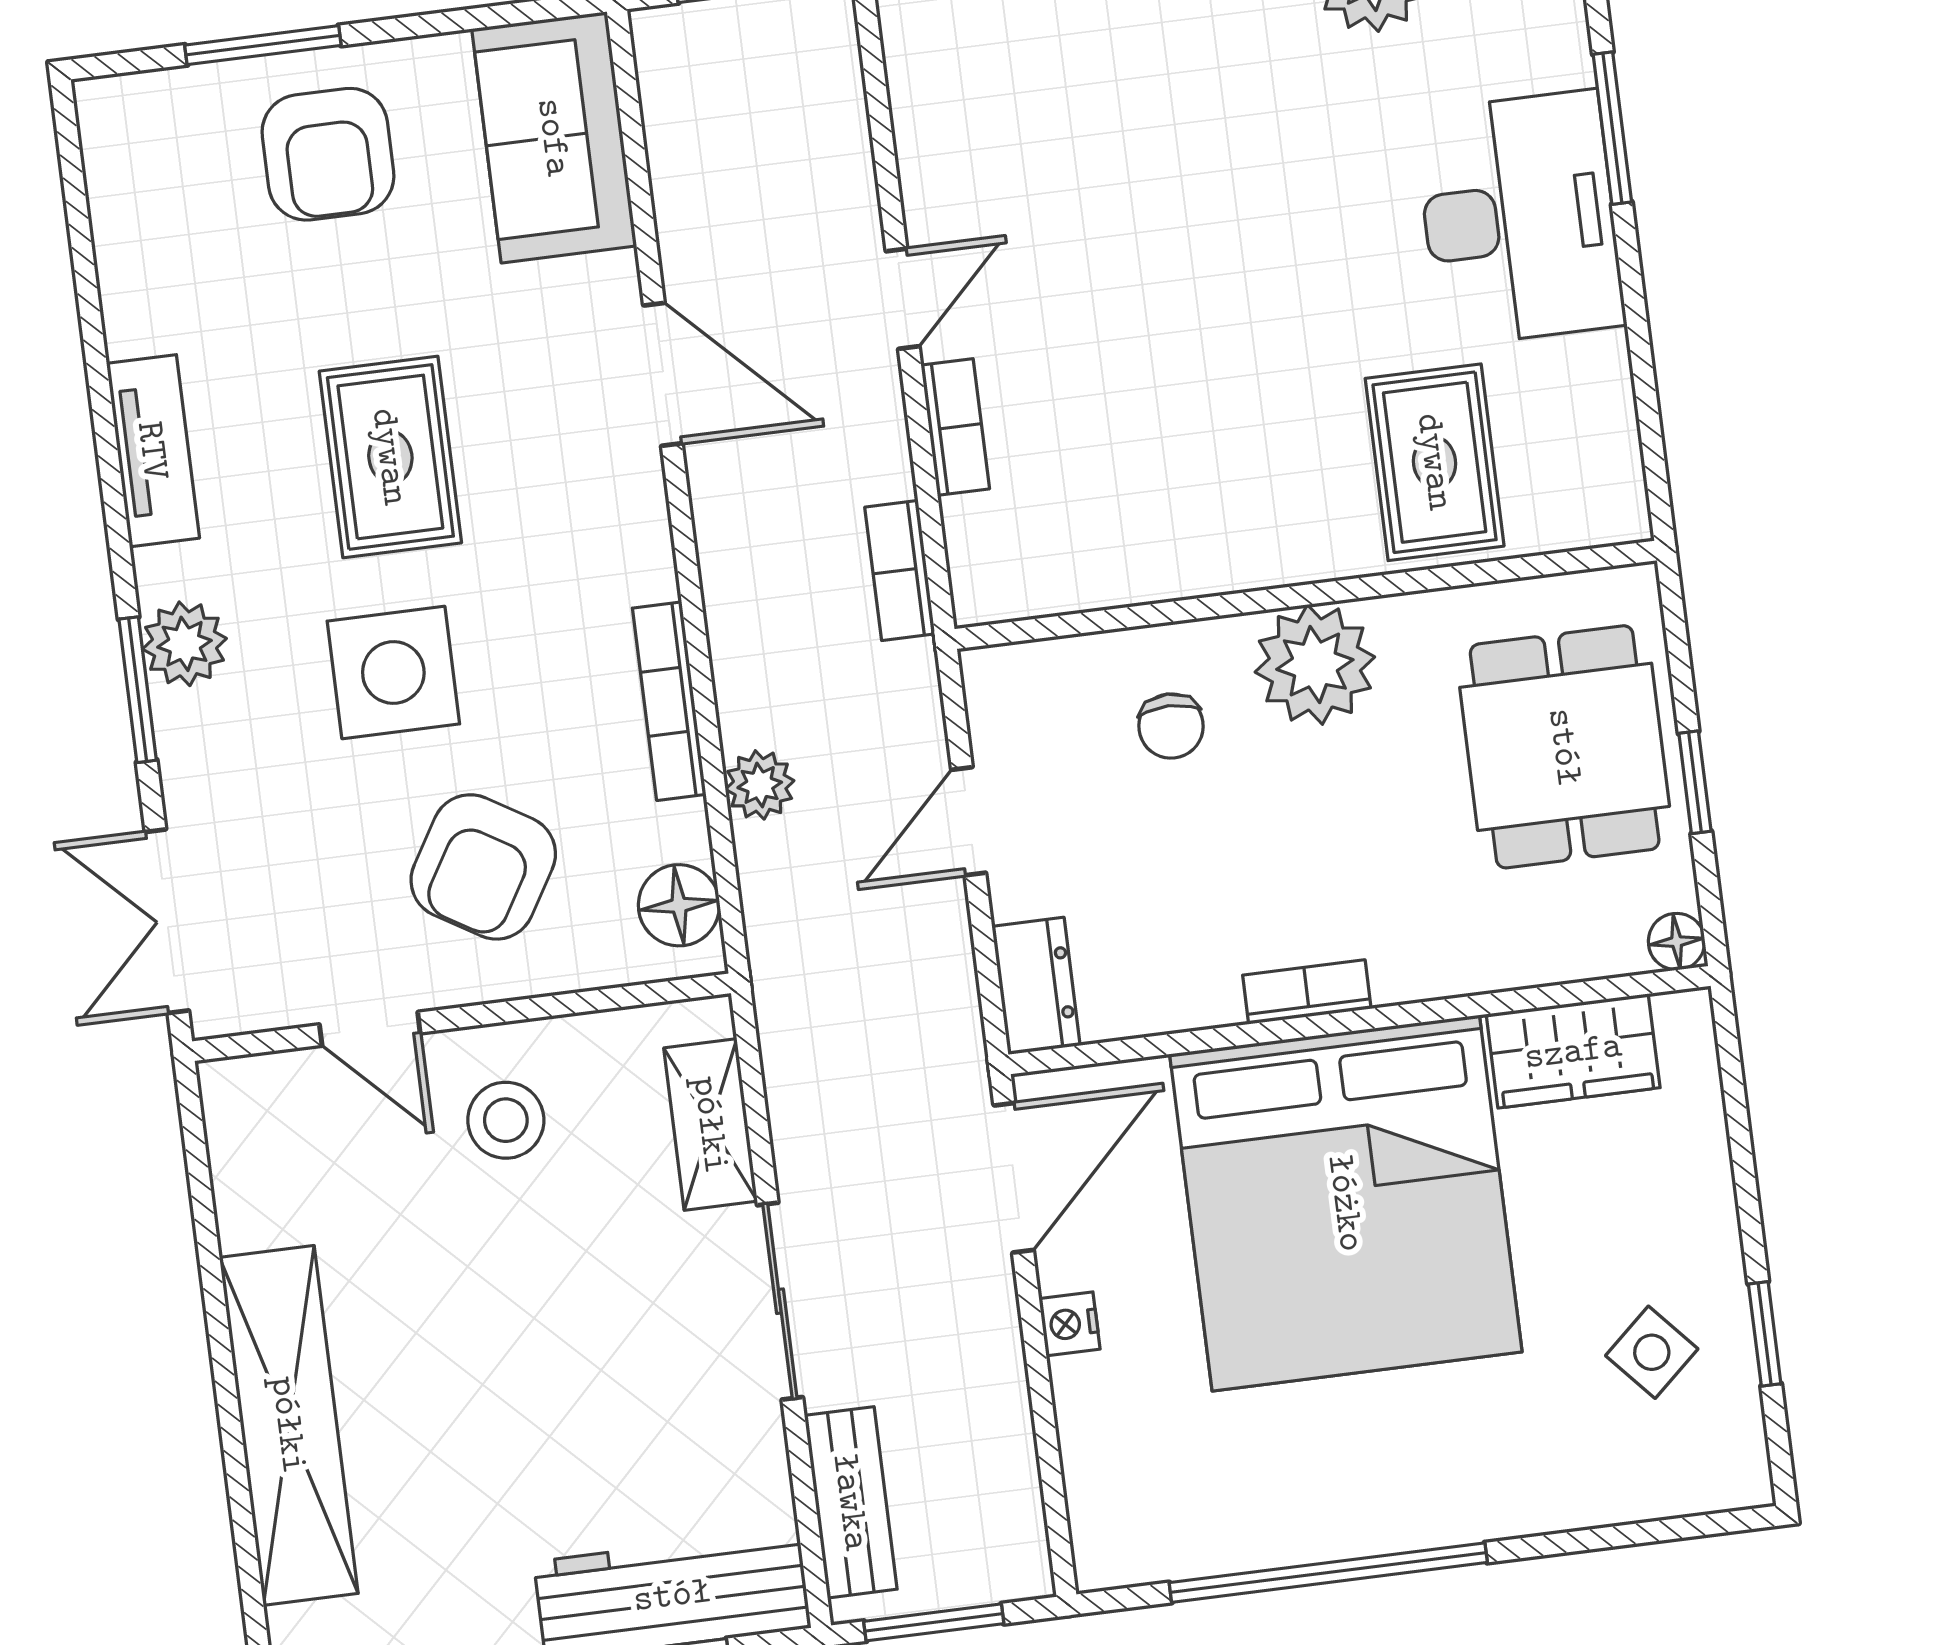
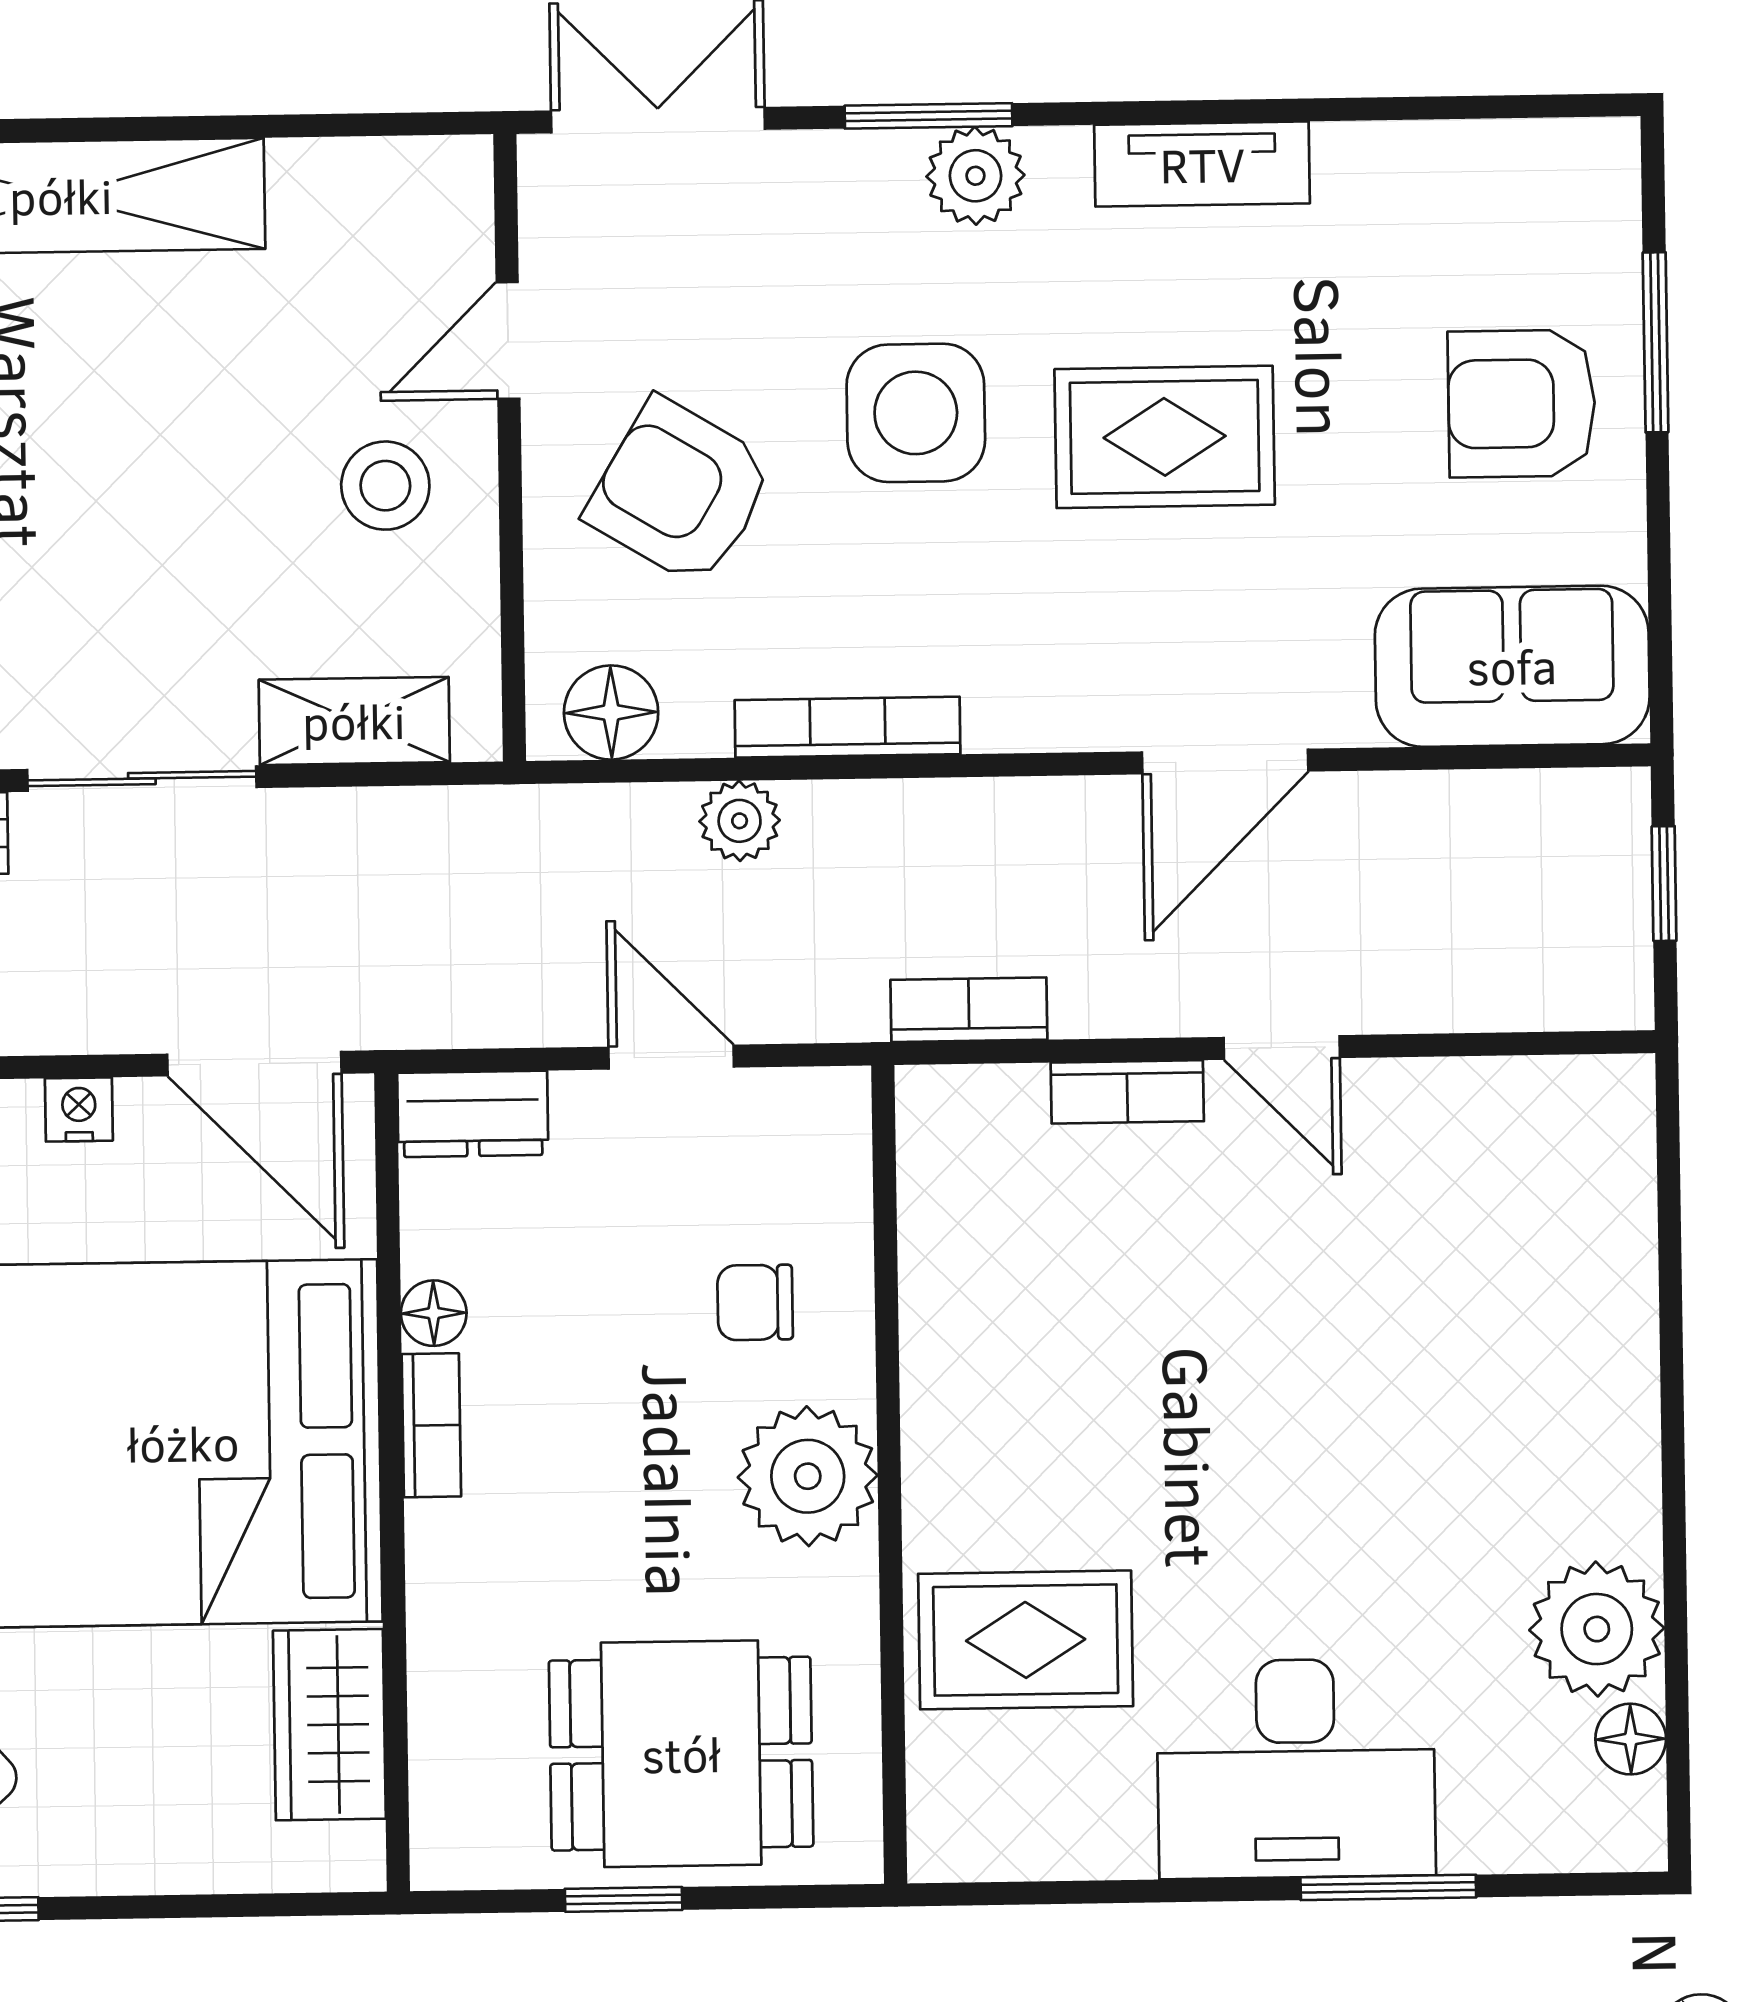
floor lamp: (1677, 942) -> (434, 1313), moved

